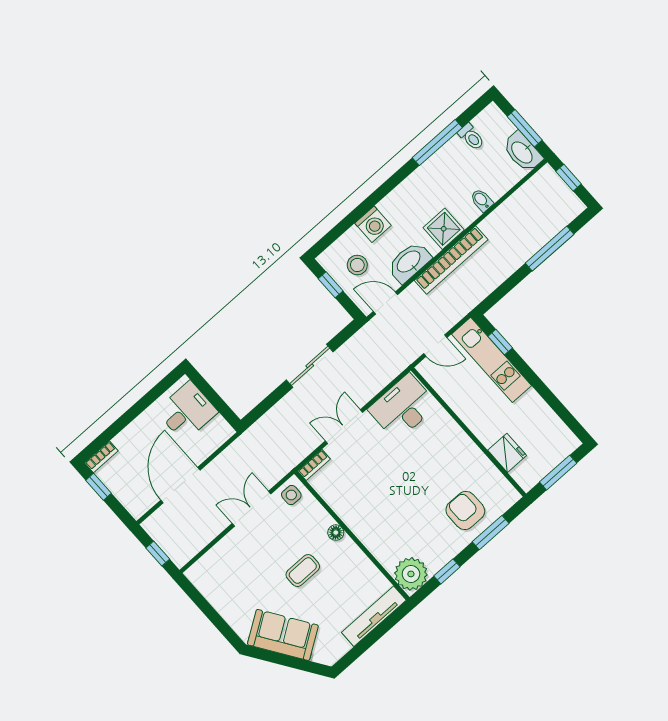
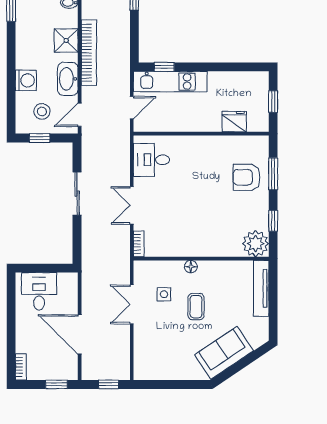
desk: (403, 407) -> (151, 160), width x0.73
window: (558, 473) -> (273, 102), width x0.67
window: (99, 487) -> (56, 384), moved
side table: (291, 495) -> (164, 294), moved

